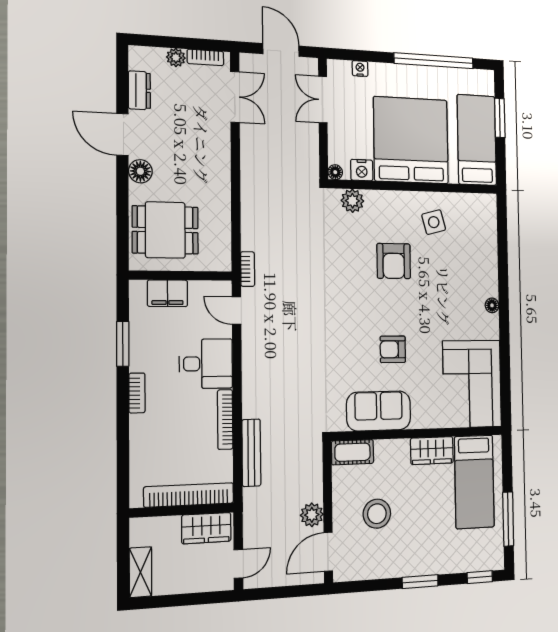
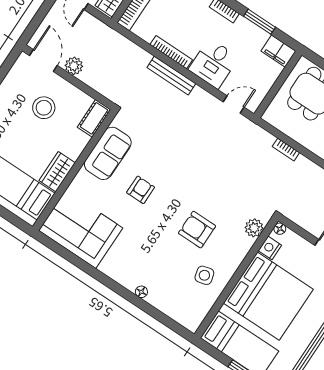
bookcase: (248, 269) -> (286, 150), moved
filing cabinet: (168, 293) -> (278, 51), moved, turned -90
floor lamp: (492, 305) -> (141, 292), moved
bench: (251, 453) -> (171, 76), moved

